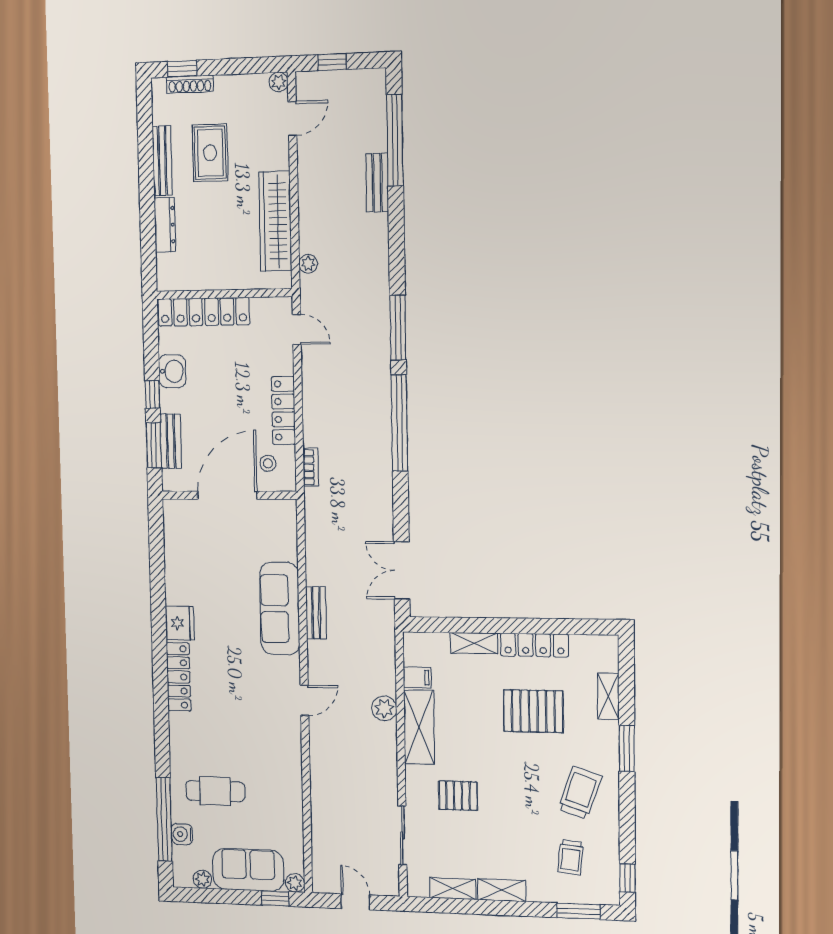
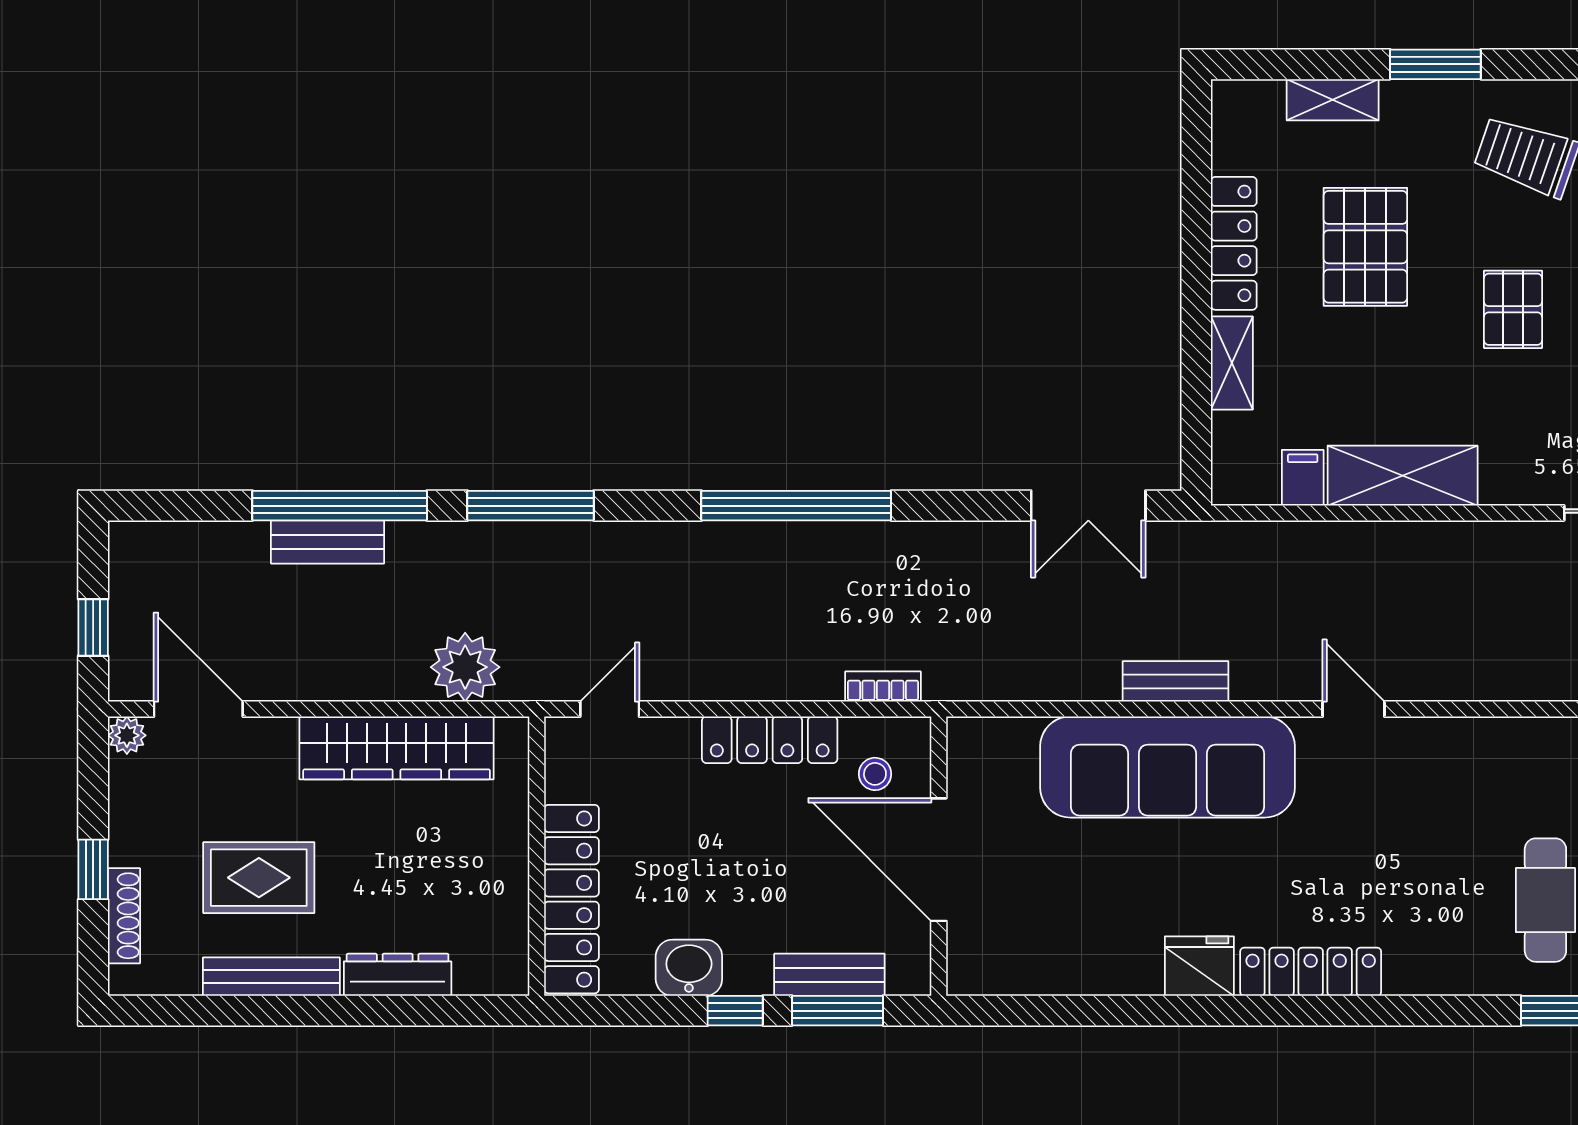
window: (182, 69) -> (93, 869), moved
door: (292, 119) -> (198, 709), width x1.38
window: (395, 140) -> (340, 506), moved
plant: (308, 264) -> (465, 667), width x1.88, depth x1.88
window: (398, 328) -> (530, 506), moved
sofa: (280, 609) -> (1168, 767), width x1.36, depth x1.27
plant: (384, 708) -> (1366, 545), removed
pallet: (458, 796) -> (1513, 309), moved

